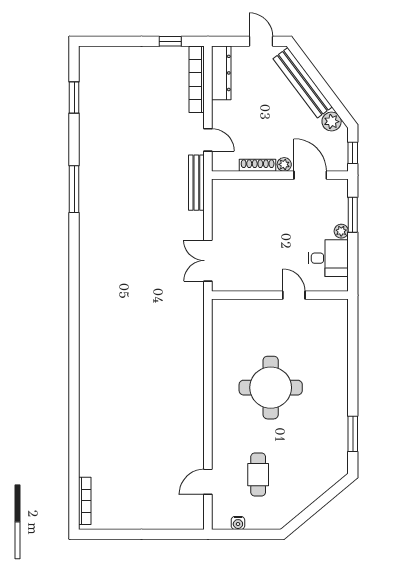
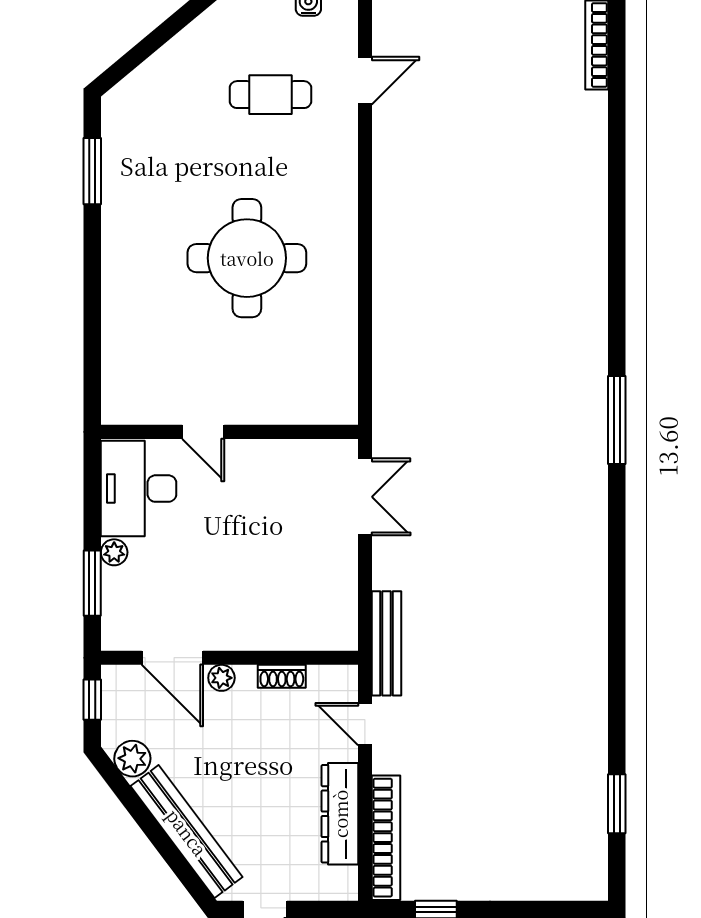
dresser: (221, 73) -> (340, 814), moved
shoe rack: (258, 165) -> (282, 676), width x0.70
window: (74, 189) -> (617, 420), moved
desk: (328, 258) -> (139, 489), width x1.37
cafe table: (258, 475) -> (270, 95), turned 90

